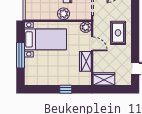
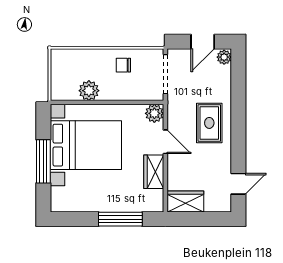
plant: (64, 14) -> (89, 91), moved
bed with nightstands: (46, 39) -> (86, 145), width x1.36
window: (66, 89) -> (120, 219), width x2.17

